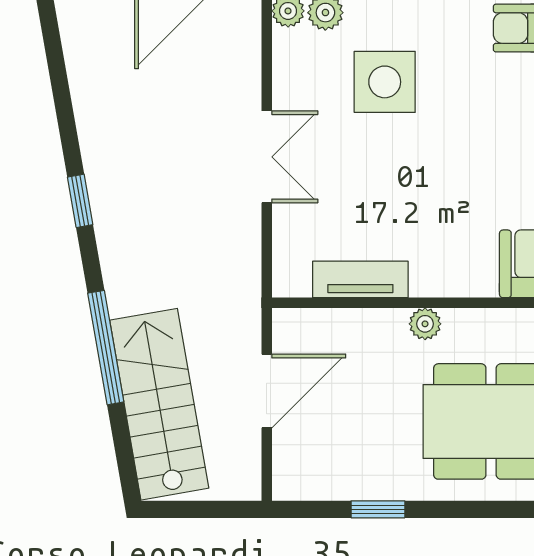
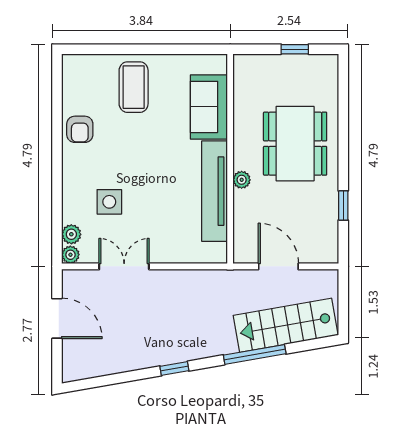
side table: (385, 82) -> (109, 202), width x0.73, depth x0.73
double door: (267, 157) -> (124, 266), moved
tv unit: (360, 279) -> (215, 191), width x1.92, depth x1.29

